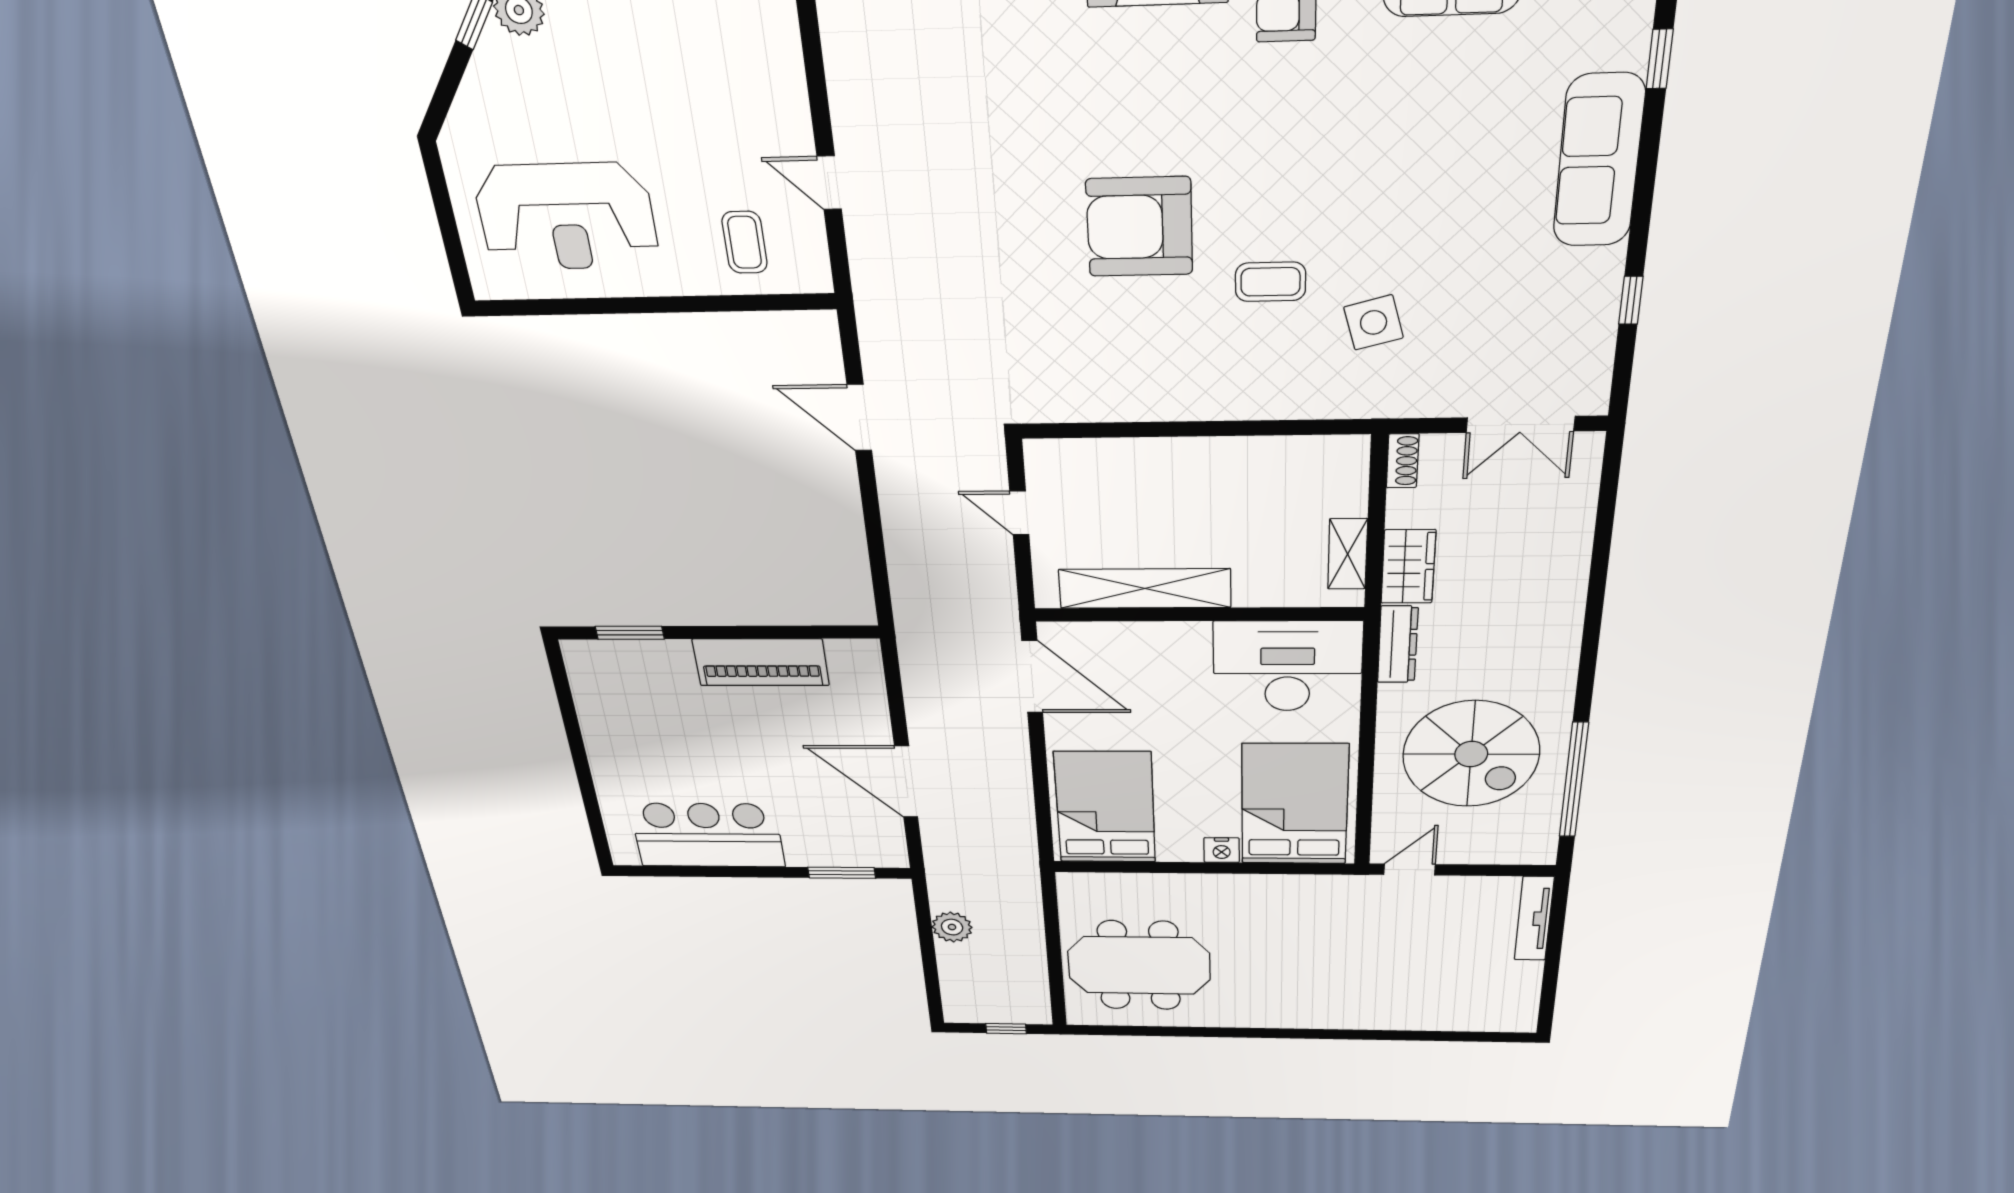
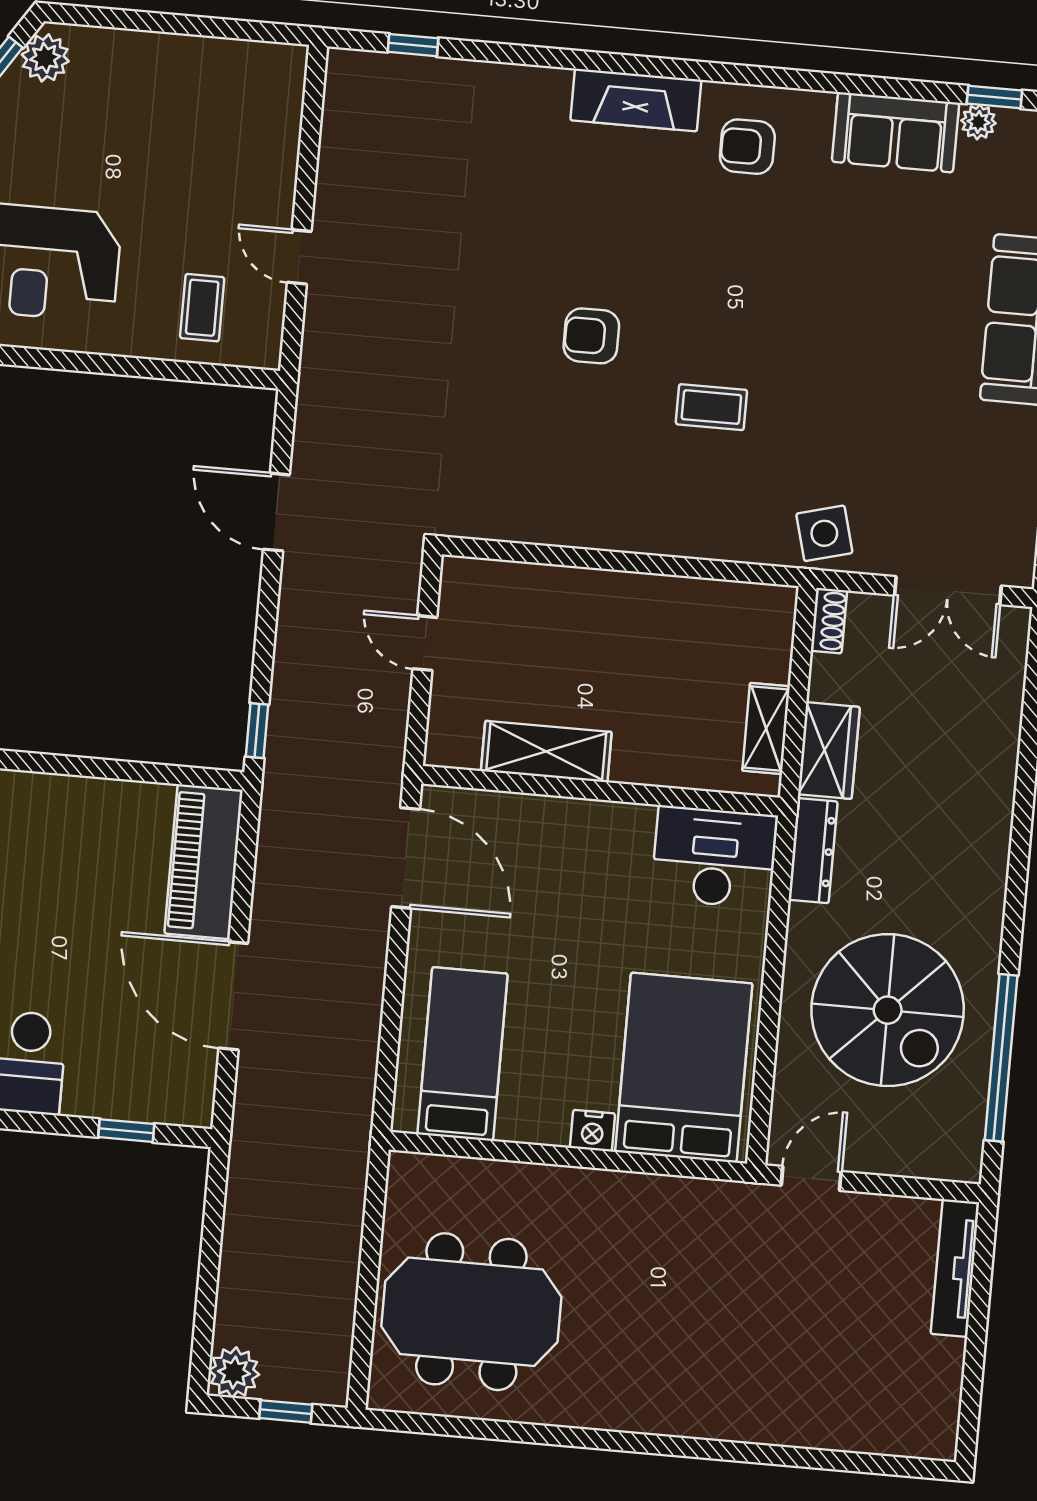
armchair: (1140, 227) -> (591, 336), width x0.53, depth x0.53
side table: (1374, 322) -> (824, 533), moved
shelving: (1145, 588) -> (546, 752), width x0.68
window: (882, 594) -> (257, 731), added
piano: (761, 662) -> (204, 862), moved, turned 90
desk: (1287, 666) -> (714, 857), width x0.73, depth x0.77
bed: (1105, 807) -> (463, 1054), width x0.67
window: (842, 873) -> (126, 1131), width x0.67
plant: (952, 927) -> (234, 1372), moved

